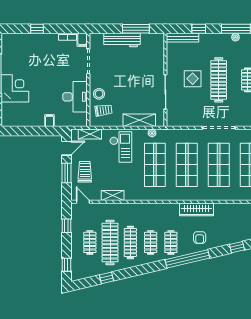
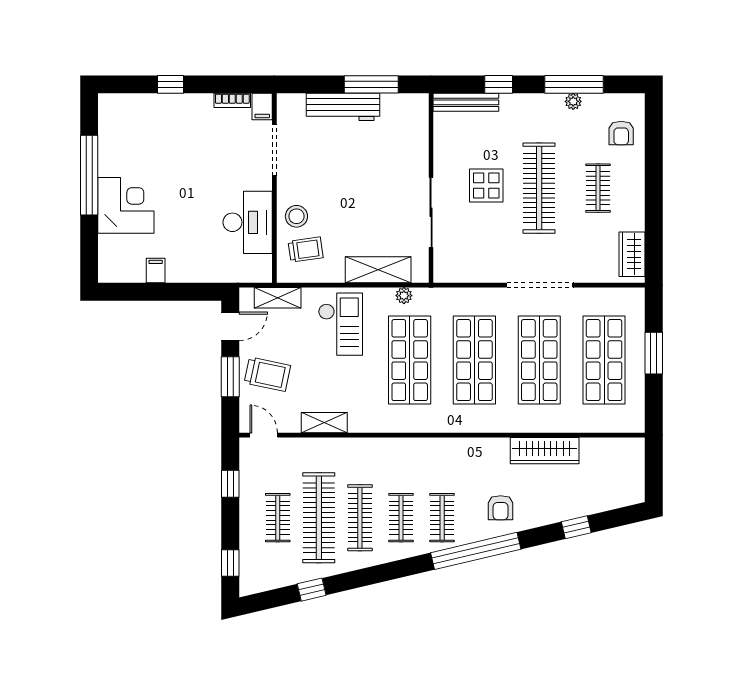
filing cabinet: (49, 121) -> (156, 271), moved
trolley: (85, 172) -> (267, 374), turned 102
wardrobe: (196, 209) -> (545, 451), moved

